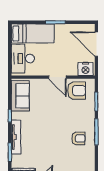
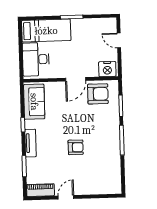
door: (96, 44) -> (119, 40), width x0.53
door: (57, 77) -> (76, 79), hinge flipped
tv unit: (16, 137) -> (31, 143), width x0.71
armchair: (78, 138) -> (76, 147), moved

